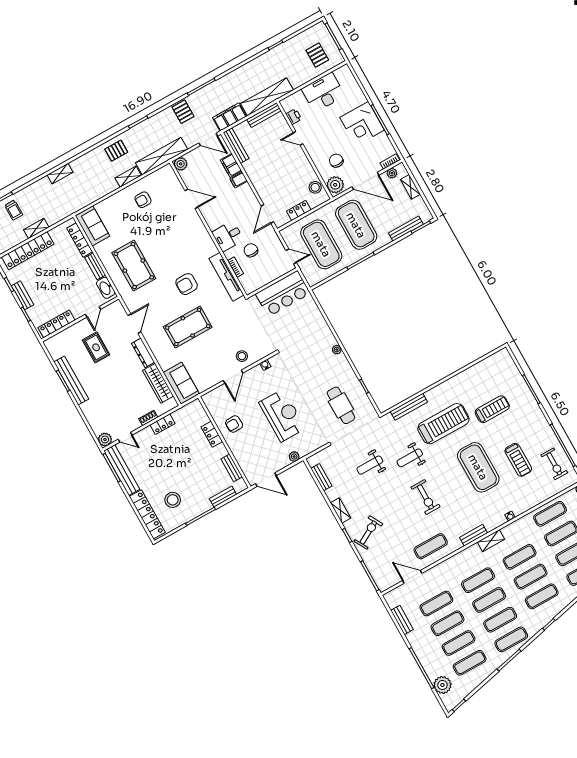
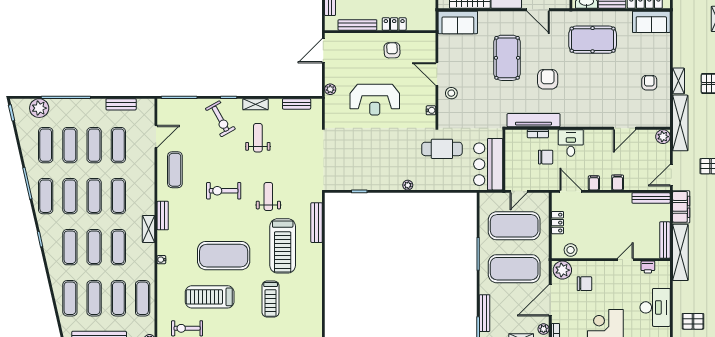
filing cabinet: (231, 165) -> (594, 183), moved, width x0.50
cafe table: (341, 405) -> (442, 149), moved
treadmill: (518, 460) -> (210, 297), width x1.37, depth x1.38
weight bench: (370, 465) -> (258, 138), moved
bench: (232, 468) -> (357, 25), width x1.36

